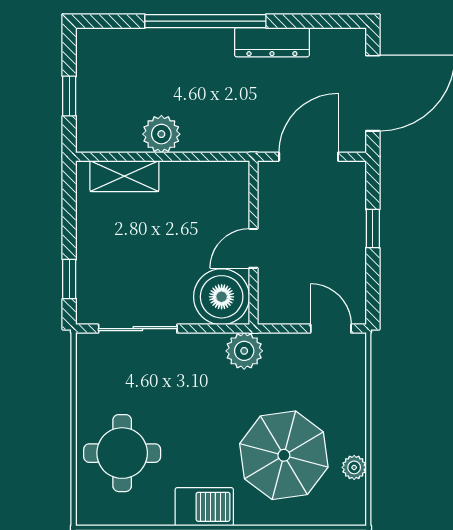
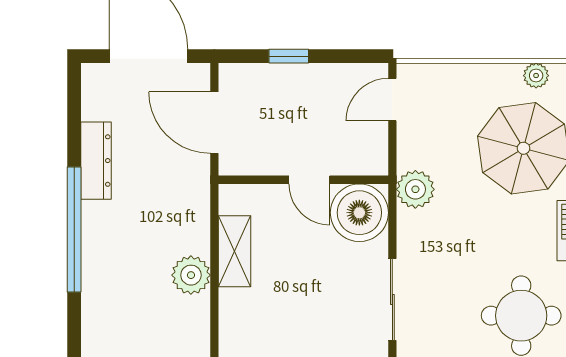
shelving: (124, 176) -> (235, 251), moved

